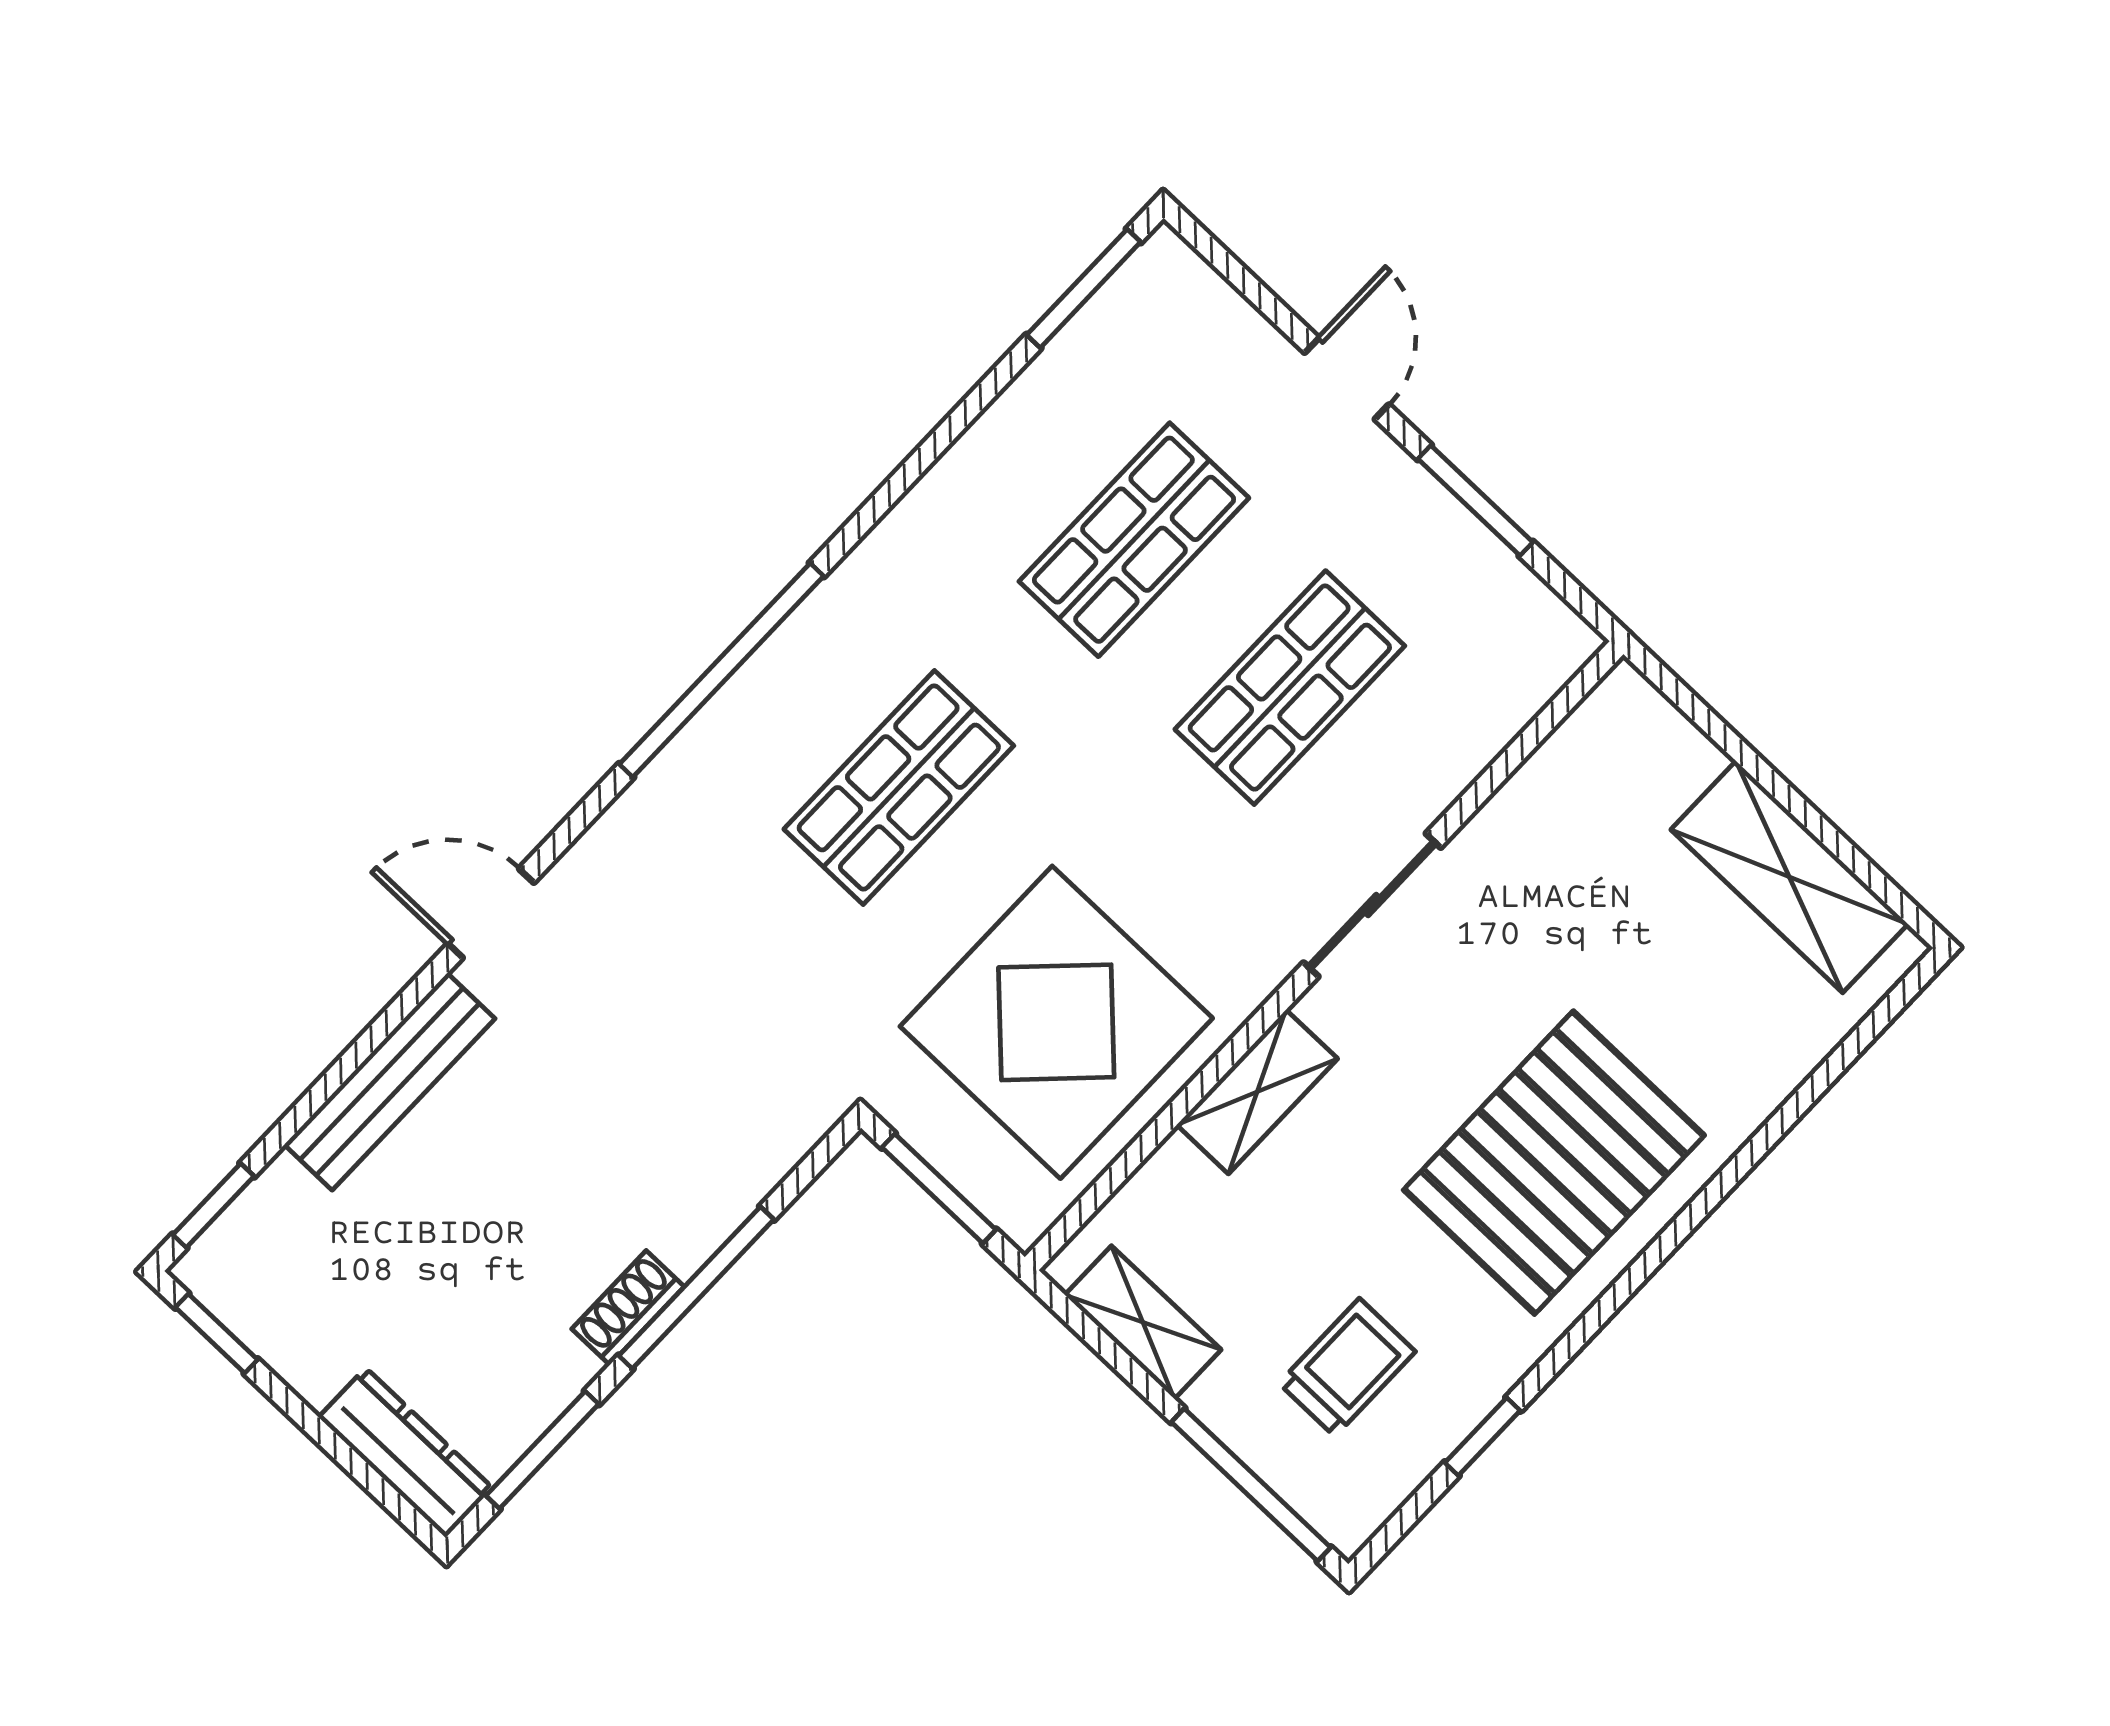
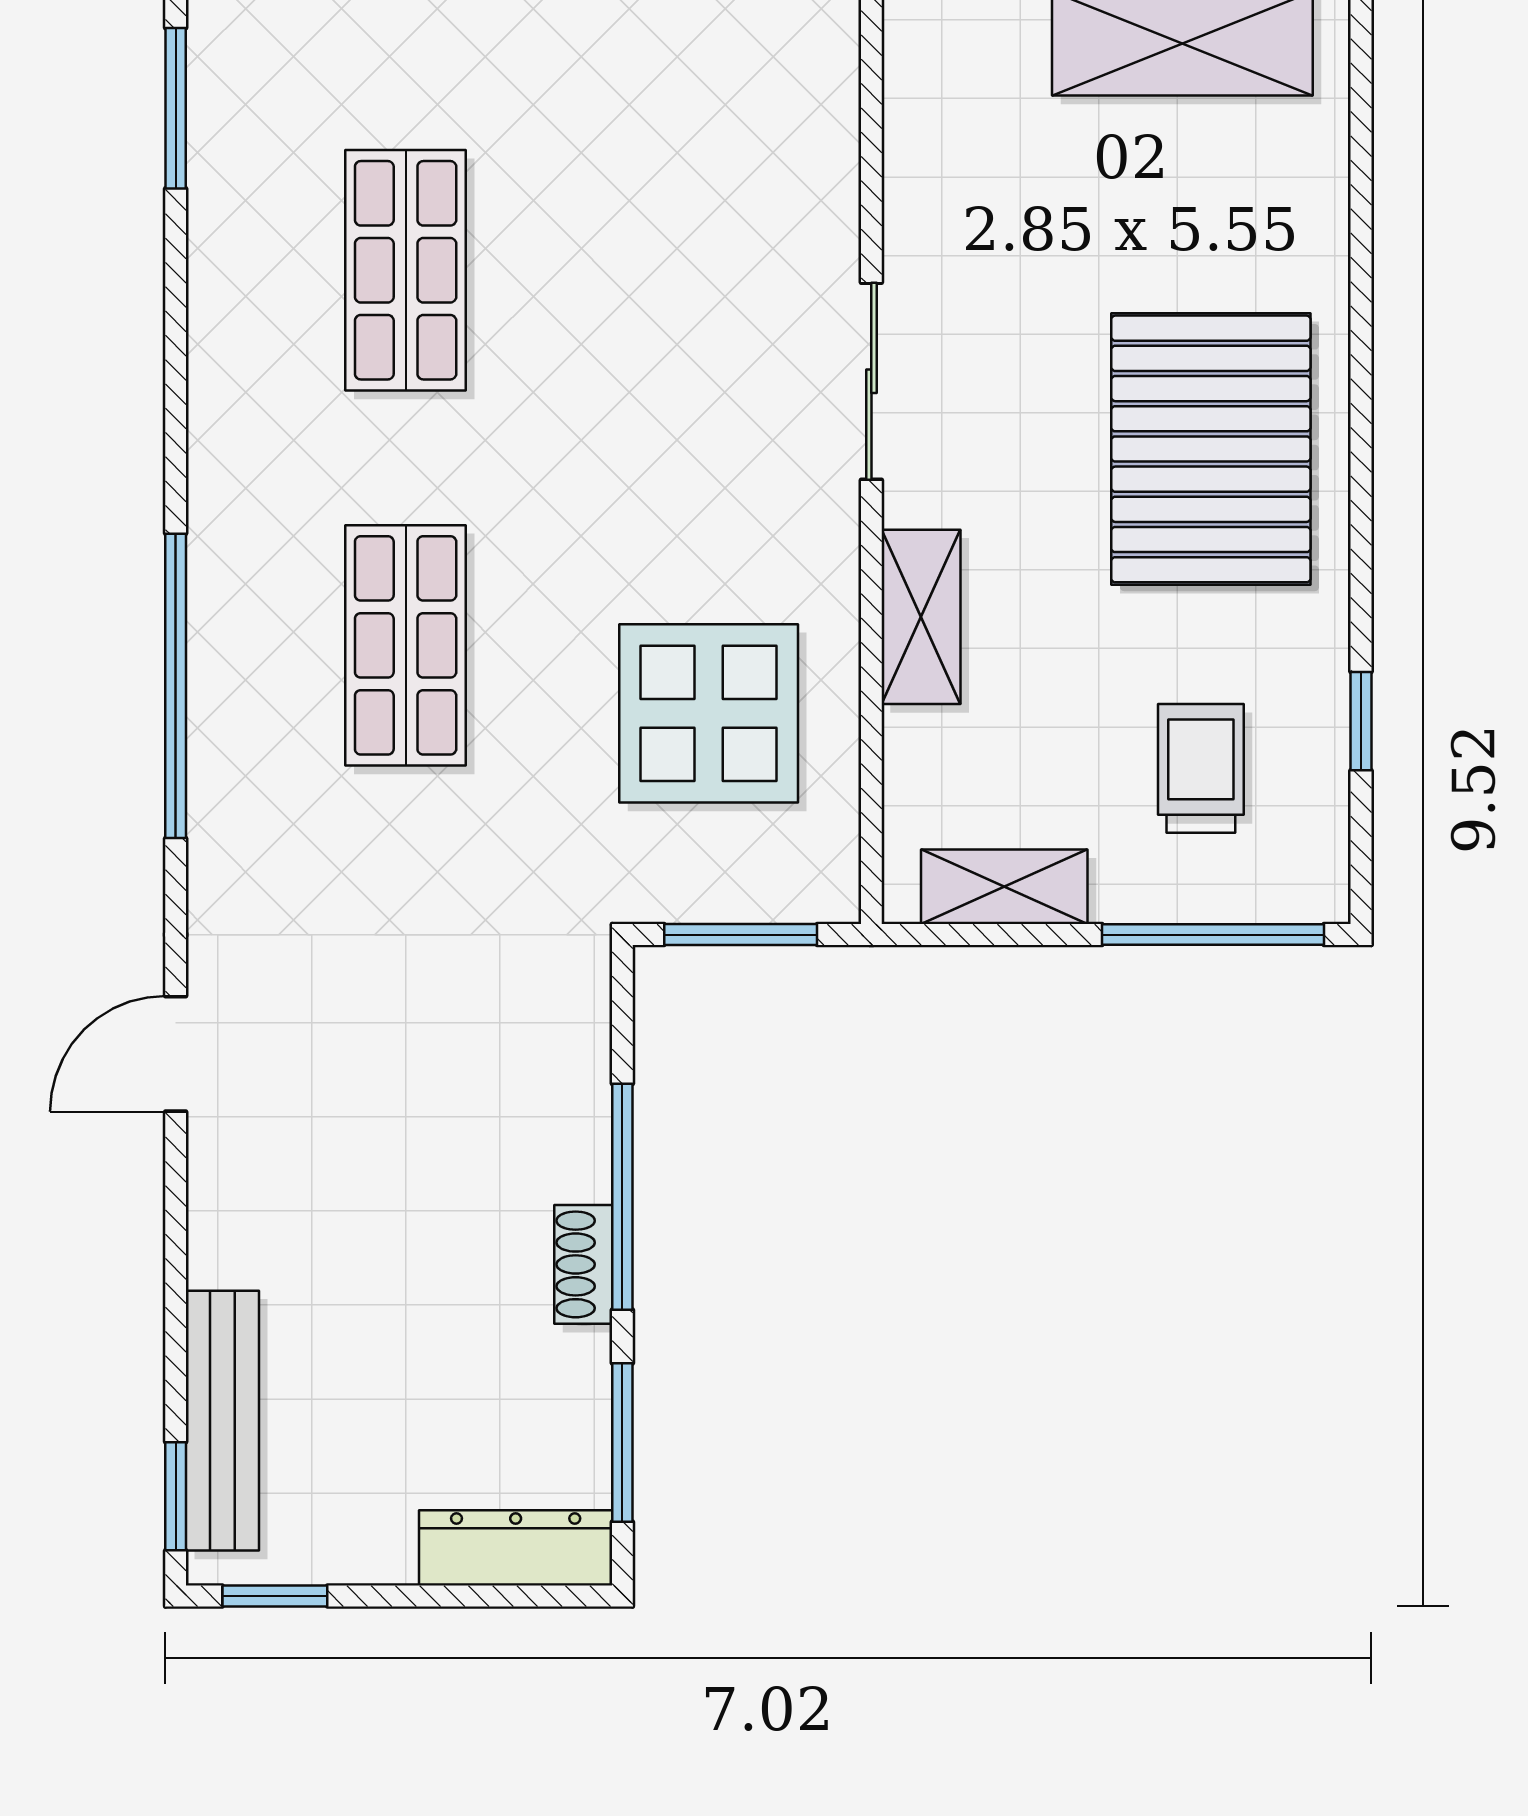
shop shelf: (1290, 688) -> (642, 270), removed
display table: (1056, 1022) -> (709, 713), width x0.73, depth x0.73
bench: (390, 1082) -> (222, 1421), moved

